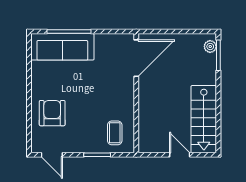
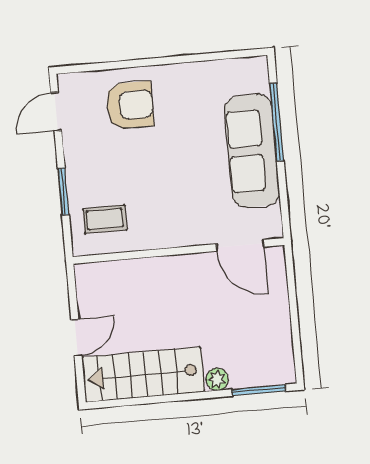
plant: (210, 46) -> (217, 379), moved
sofa: (62, 47) -> (252, 151), moved
door: (136, 58) -> (240, 245), width x0.73

